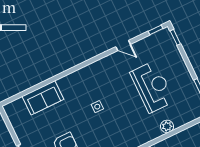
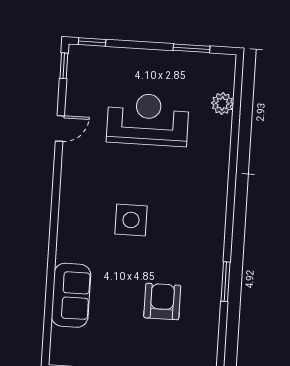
side table: (97, 107) -> (131, 220), width x1.87, depth x1.87
plant: (167, 126) -> (222, 103), moved

